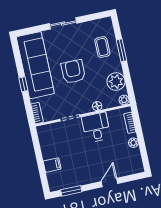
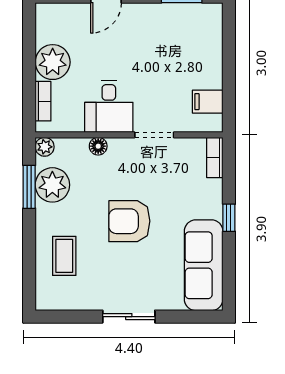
window: (122, 50) -> (29, 187), moved
sofa: (35, 65) -> (204, 265), width x0.74, depth x0.79
armchair: (73, 72) -> (129, 221), turned 90
plant: (133, 143) -> (53, 62), width x1.88, depth x1.88
filing cabinet: (52, 165) -> (208, 102), moved

